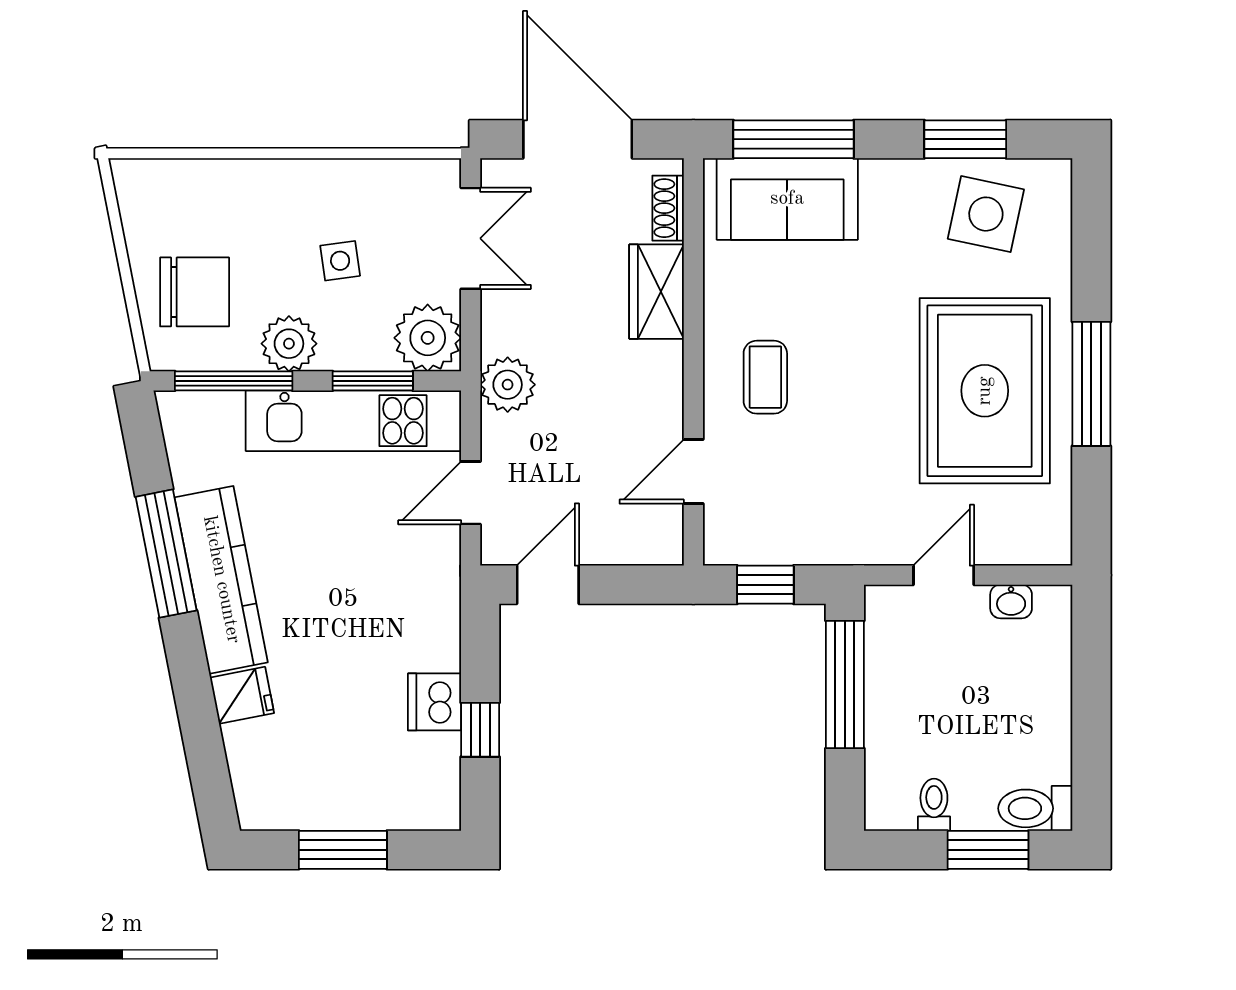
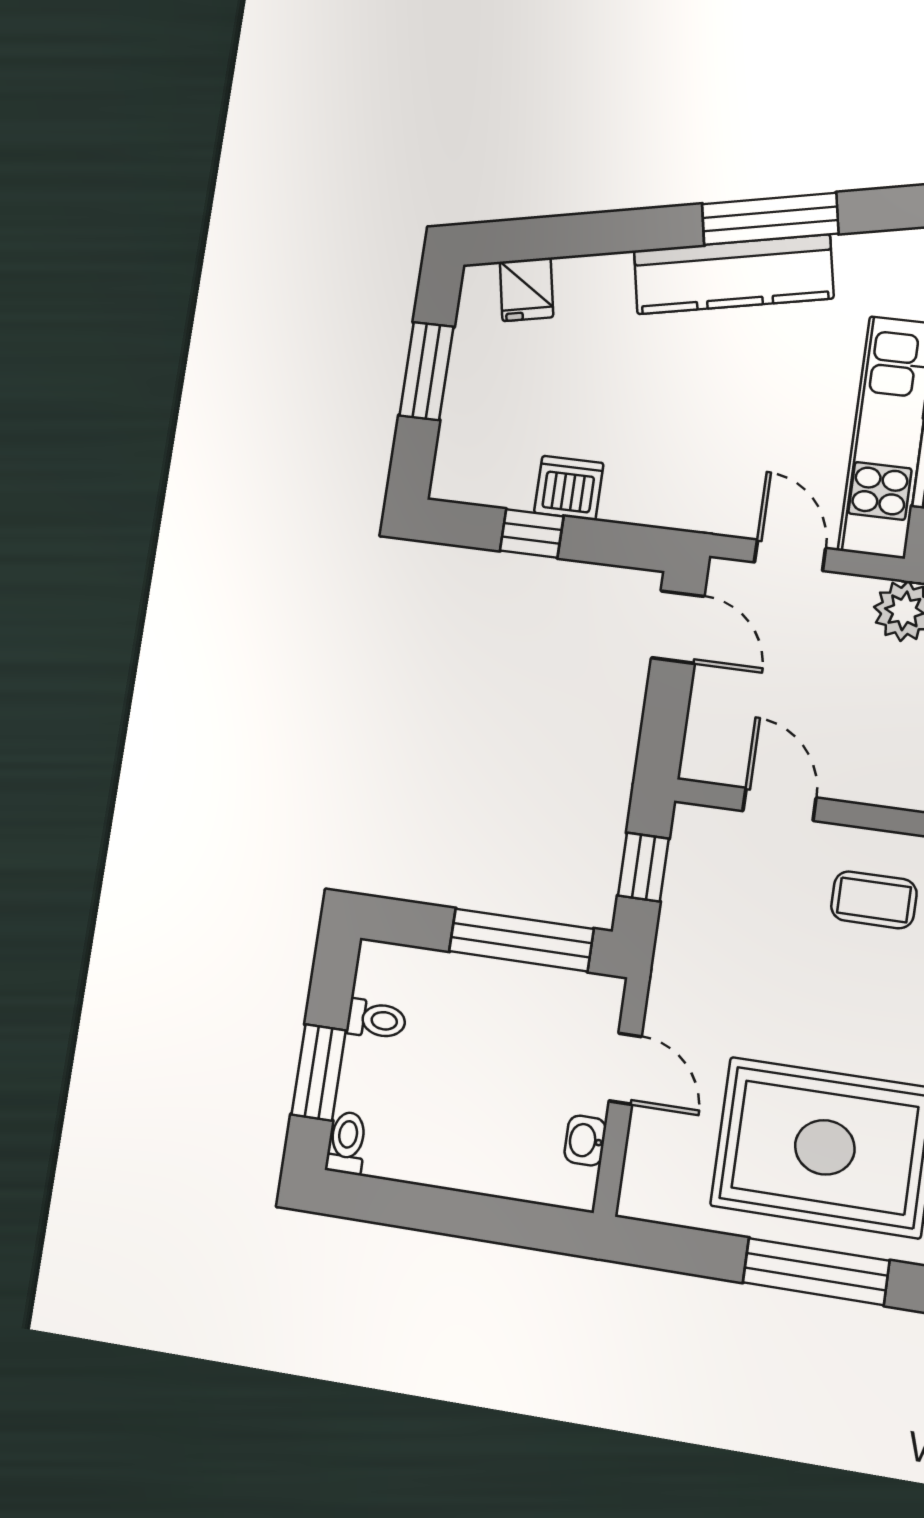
fridge: (242, 695) -> (527, 289), moved
toilet: (1035, 808) -> (347, 1143), width x0.73, depth x0.72

